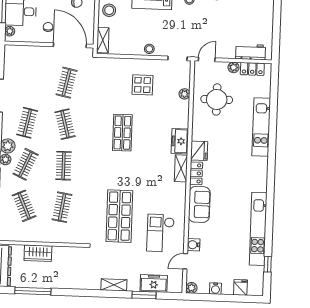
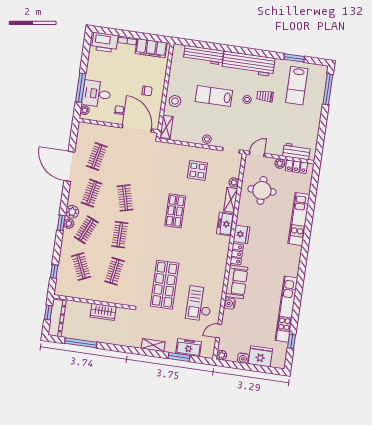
clothes rail: (67, 83) -> (97, 156), moved
shelving: (181, 168) -> (231, 200), moved
water cooler: (193, 245) -> (230, 303), moved
wardrobe: (38, 253) -> (103, 312), moved
fridge: (240, 287) -> (260, 356), width x1.88, depth x1.34

